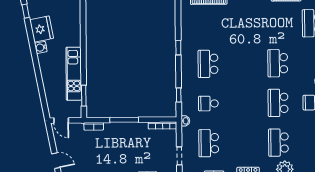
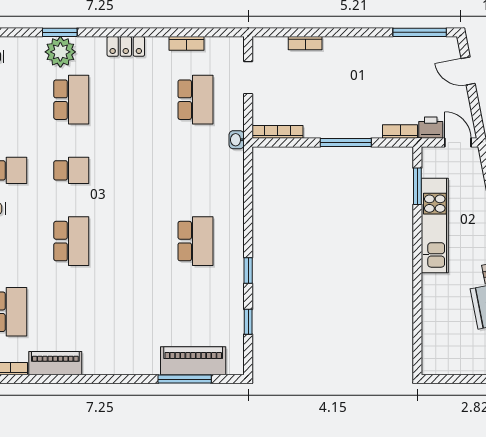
window: (179, 95) -> (248, 322), moved
school desk: (208, 103) -> (195, 170), removed
school desk: (278, 103) -> (71, 170), width x0.54
printer: (76, 129) -> (431, 128), added

